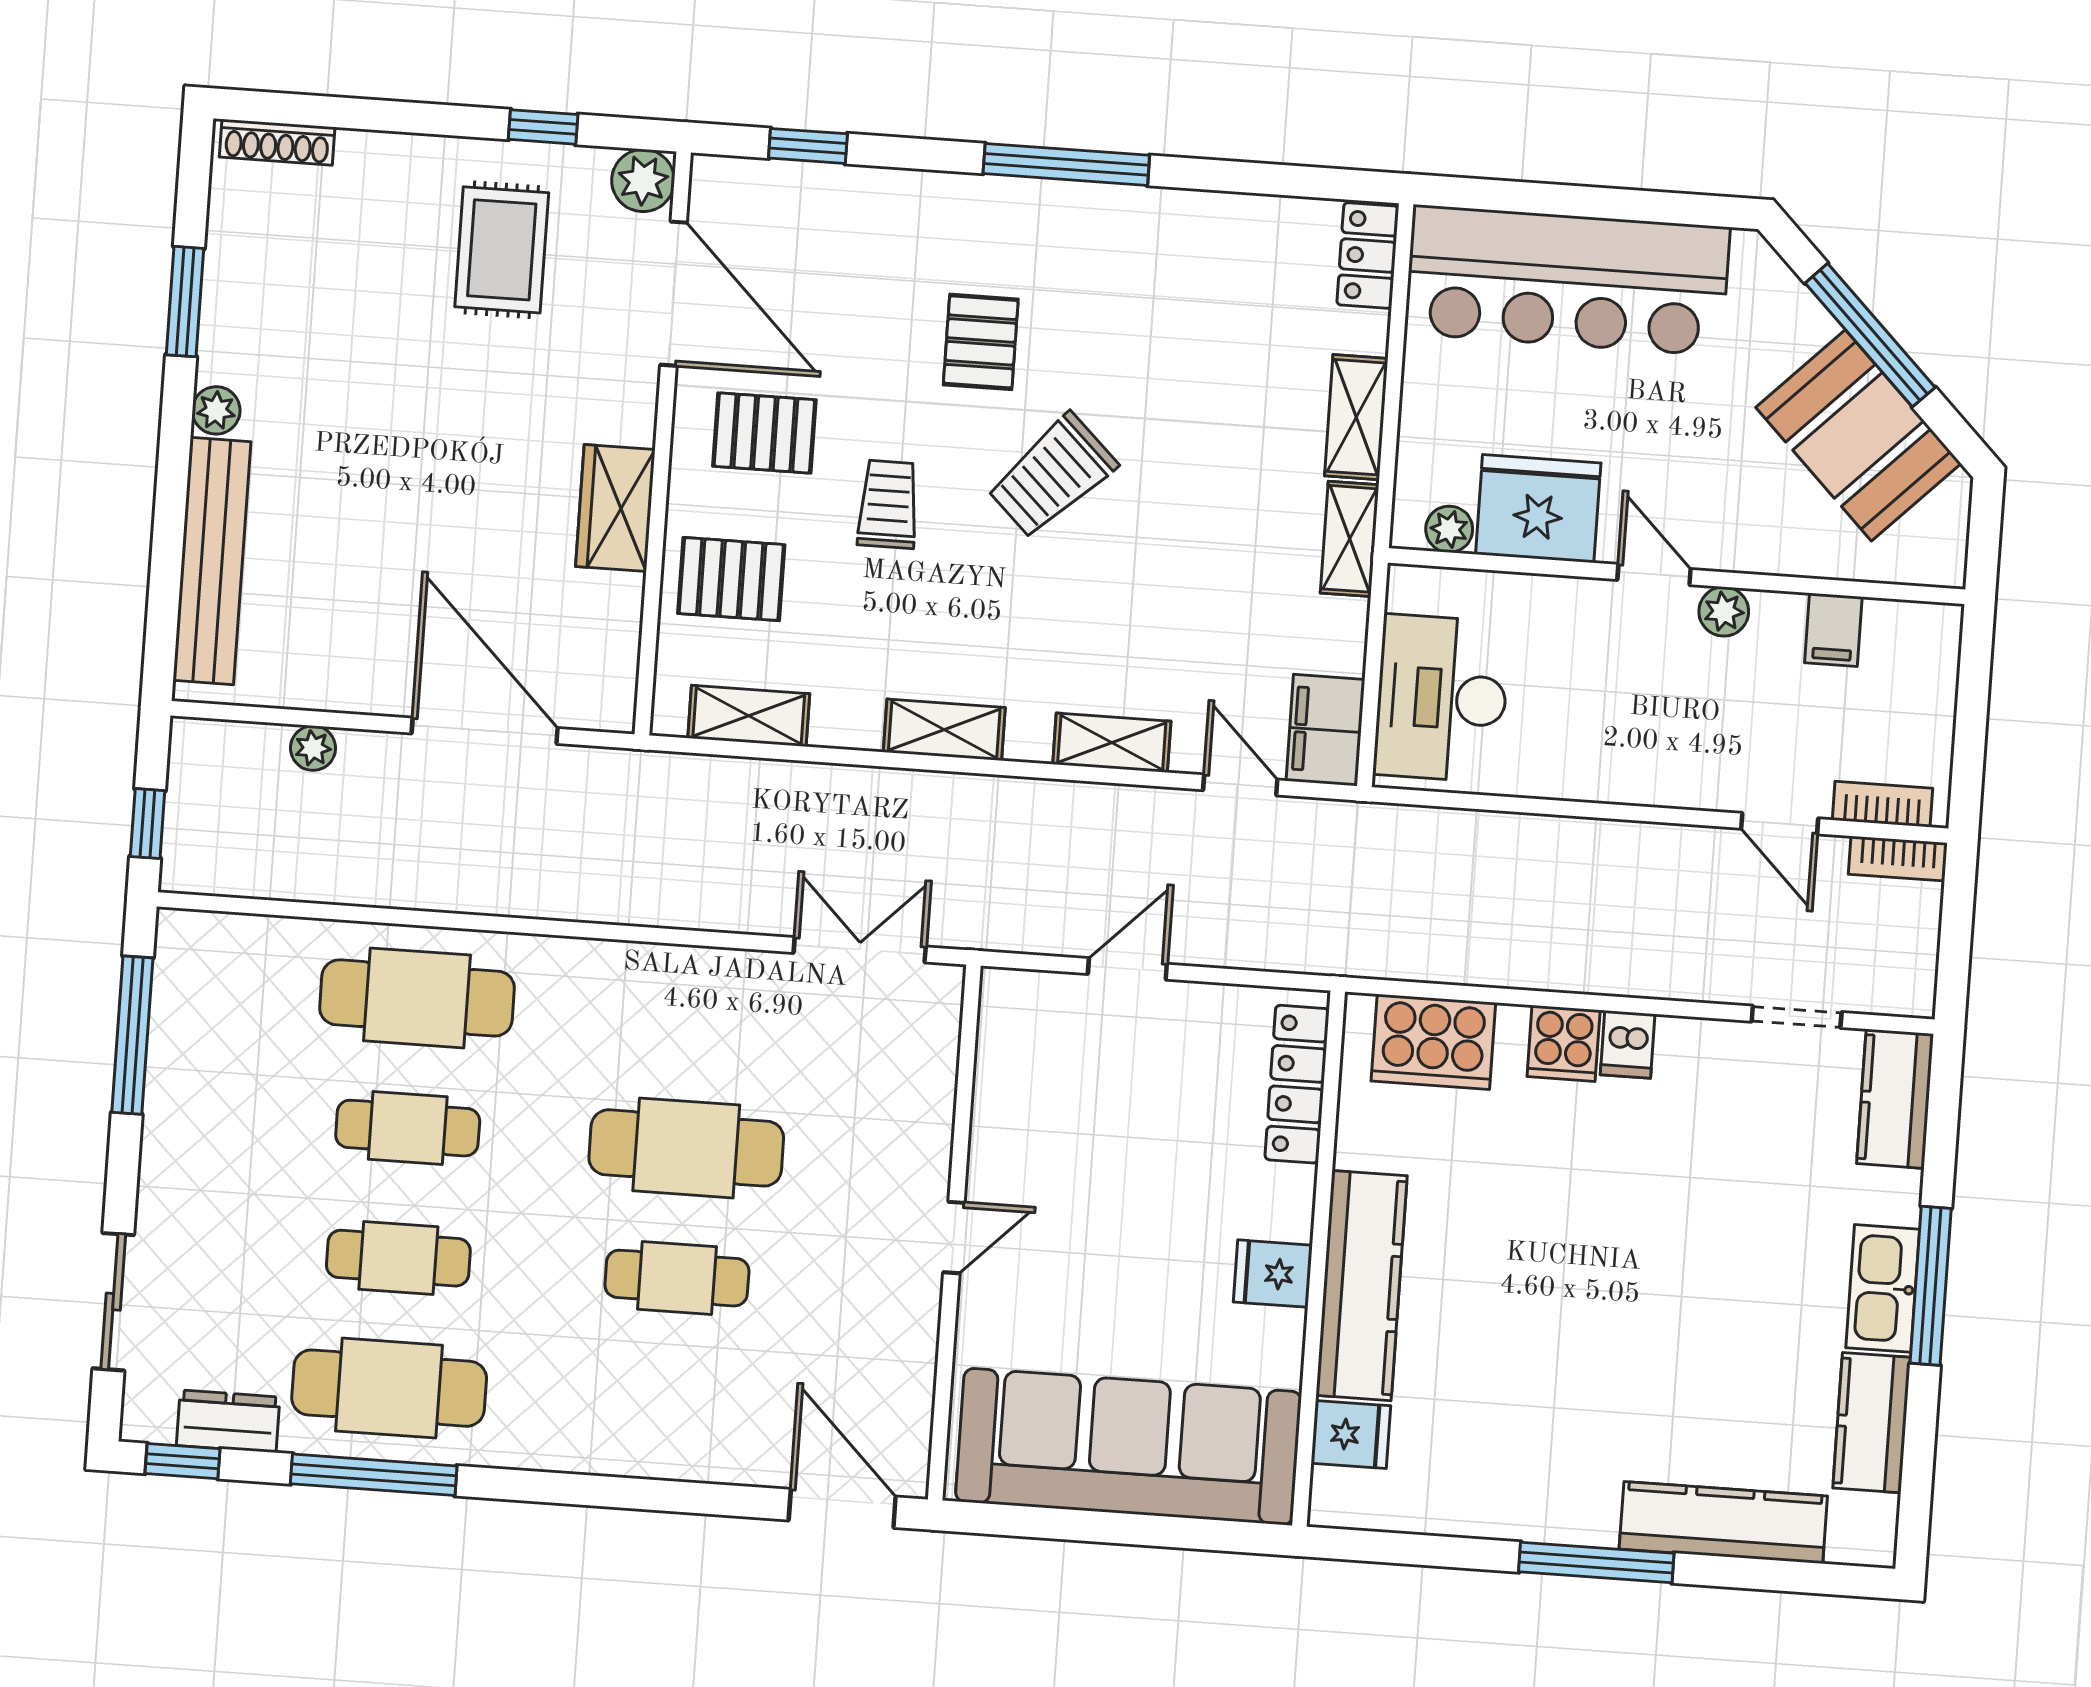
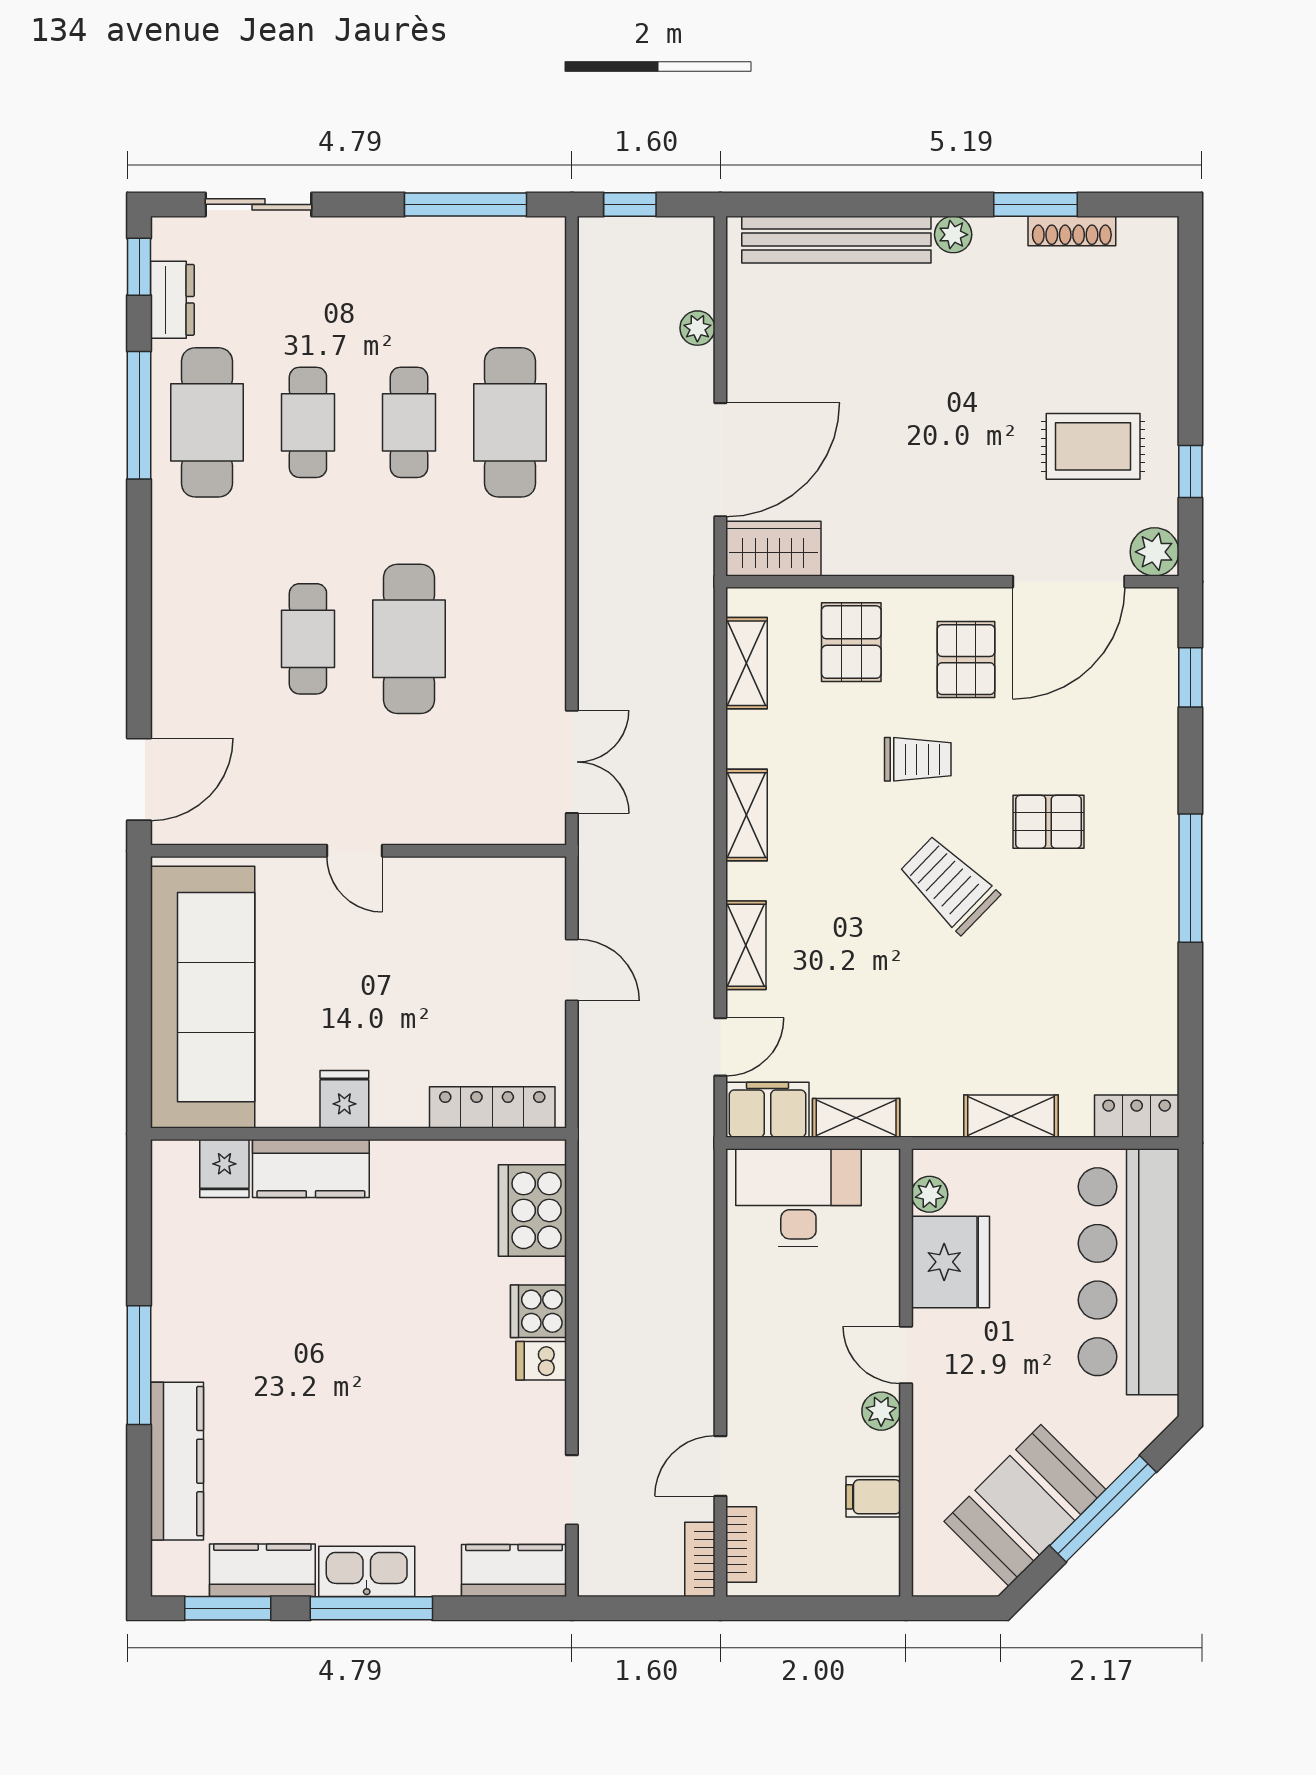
shoe rack: (277, 142) -> (1072, 231), moved, turned -90
wardrobe: (615, 508) -> (773, 549), moved
shelving: (1350, 539) -> (856, 1118), moved
door: (1654, 574) -> (906, 1355), swing flipped
kitchen counter: (1362, 1286) -> (311, 1168), width x0.67
window: (1917, 1471) -> (228, 1608), added

